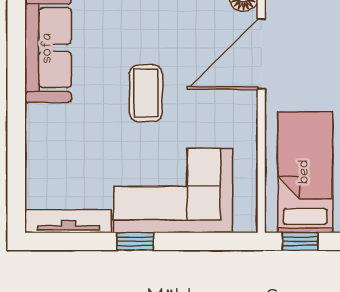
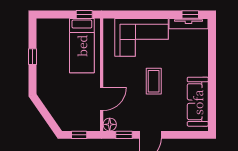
door: (261, 54) -> (102, 99), width x0.73
window: (135, 241) -> (190, 14), moved

